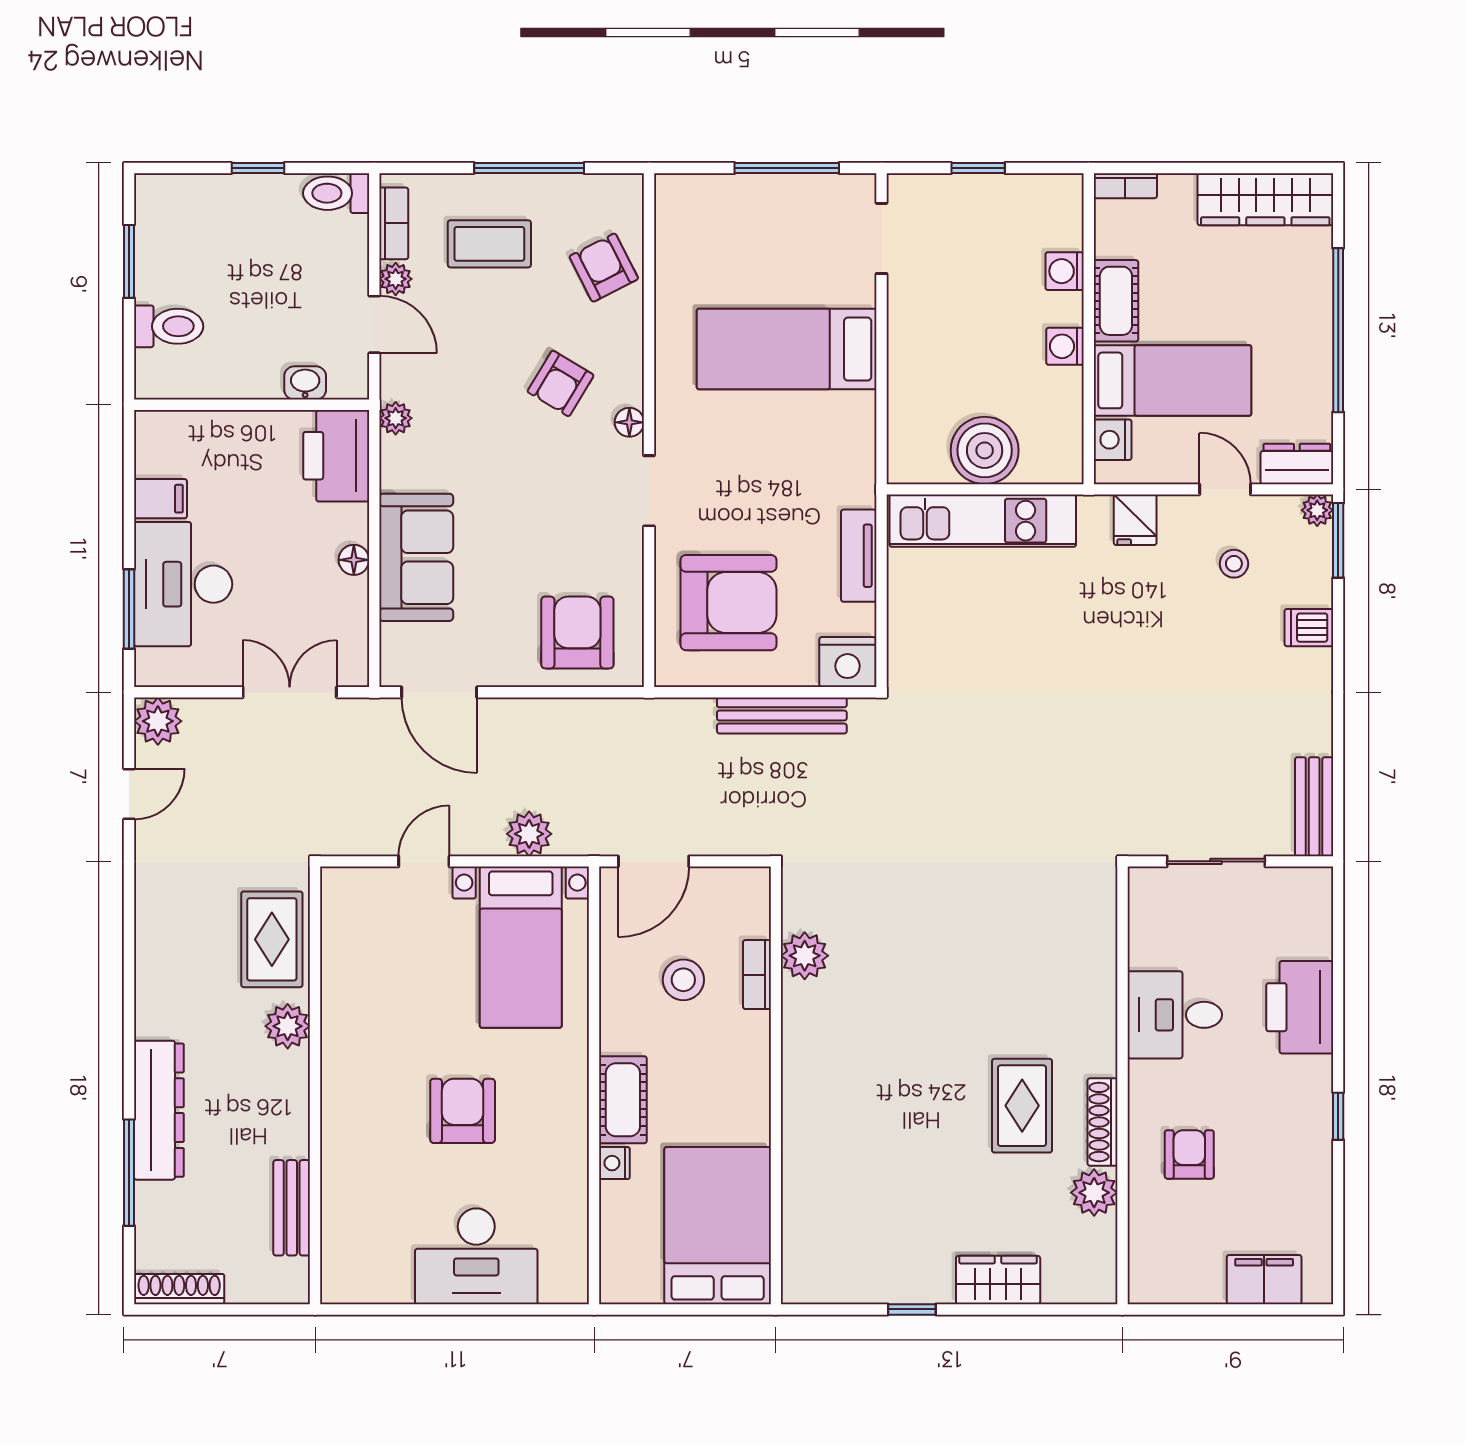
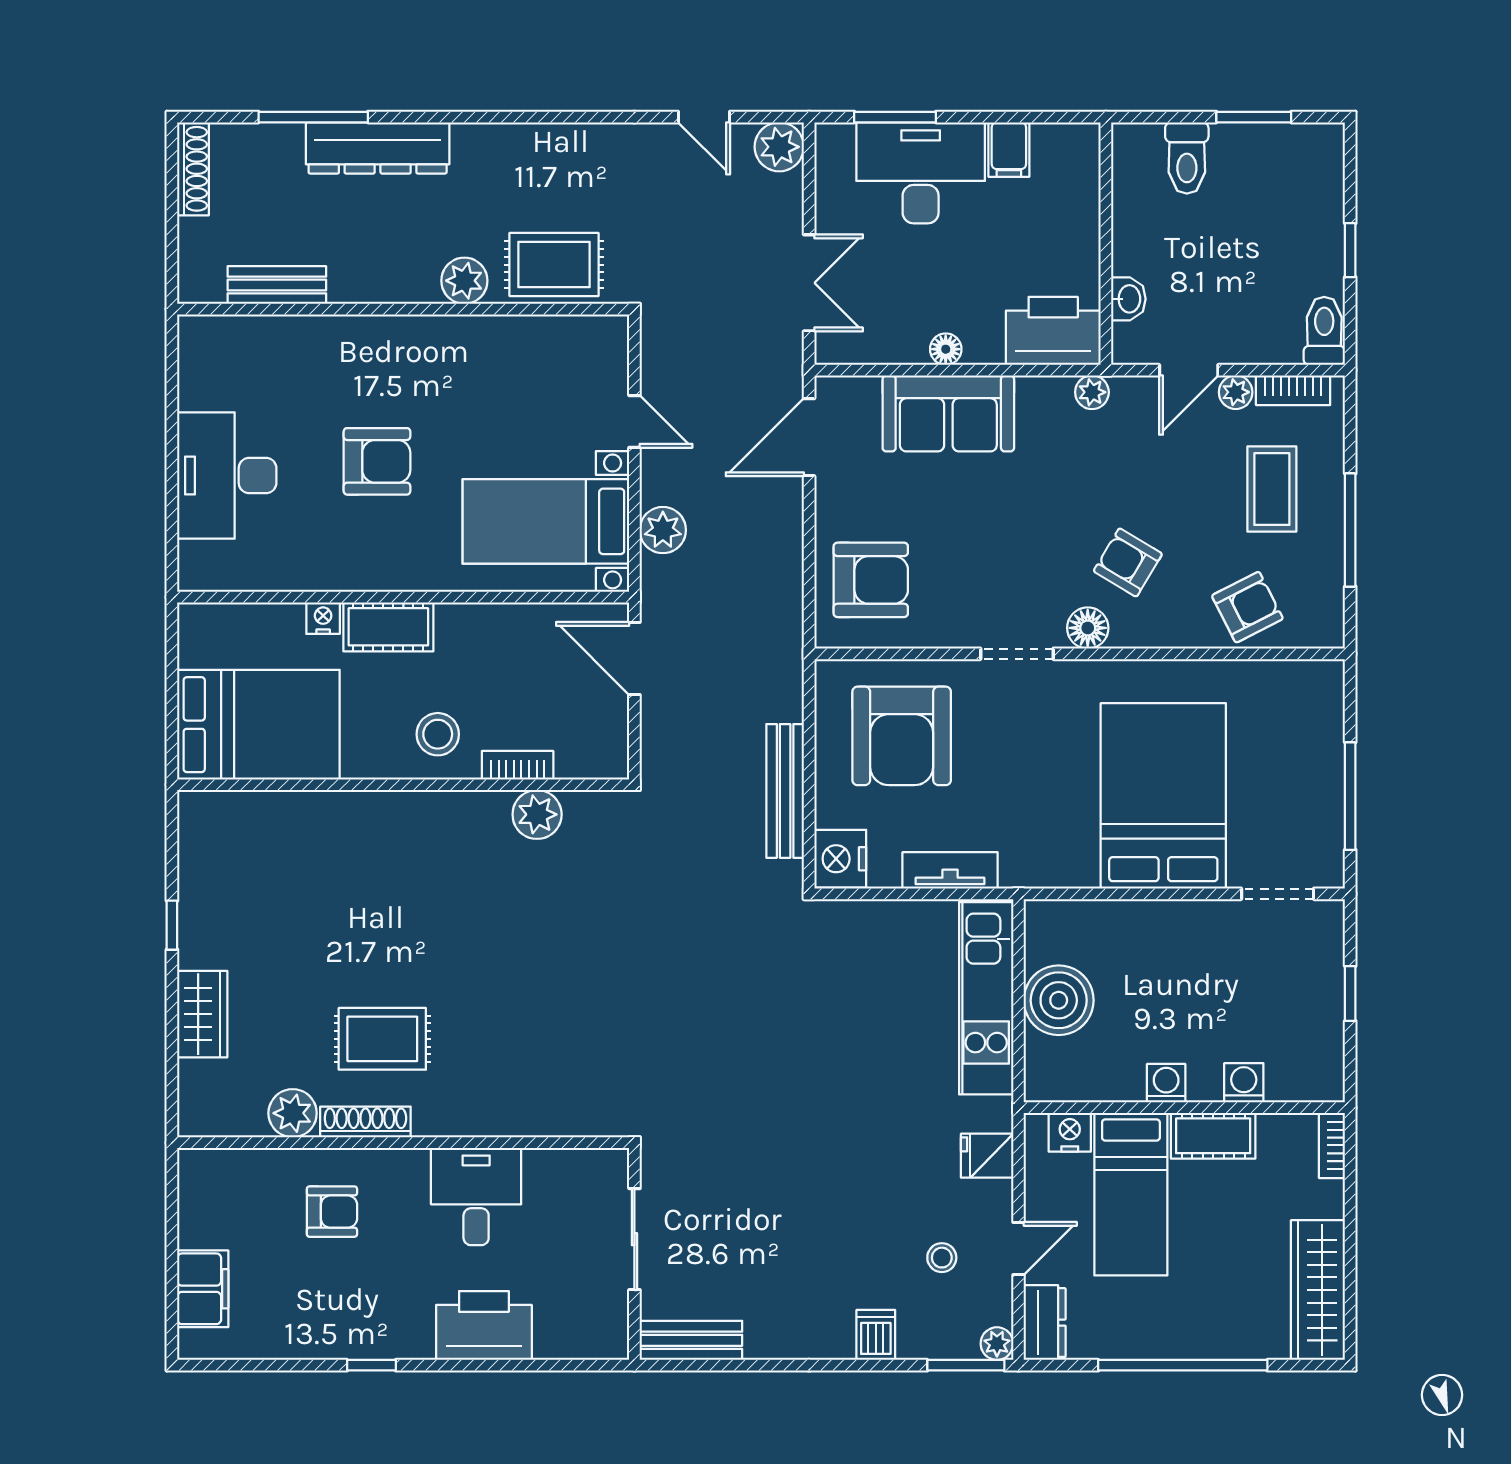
bed: (787, 349) -> (1163, 796), width x1.50
floor lamp: (629, 422) -> (1088, 628), width x1.37, depth x1.37
stool: (683, 980) -> (438, 734), moved

